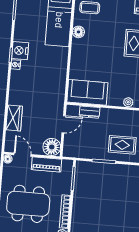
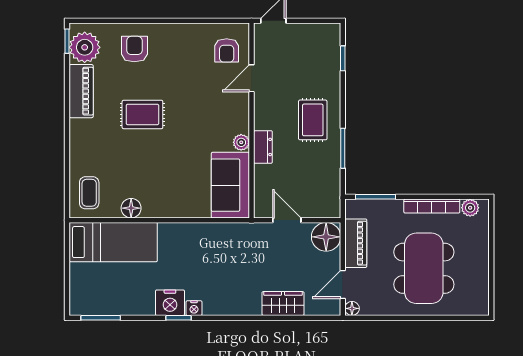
plant: (128, 102) -> (241, 142), moved
dresser: (90, 112) -> (263, 147), moved

